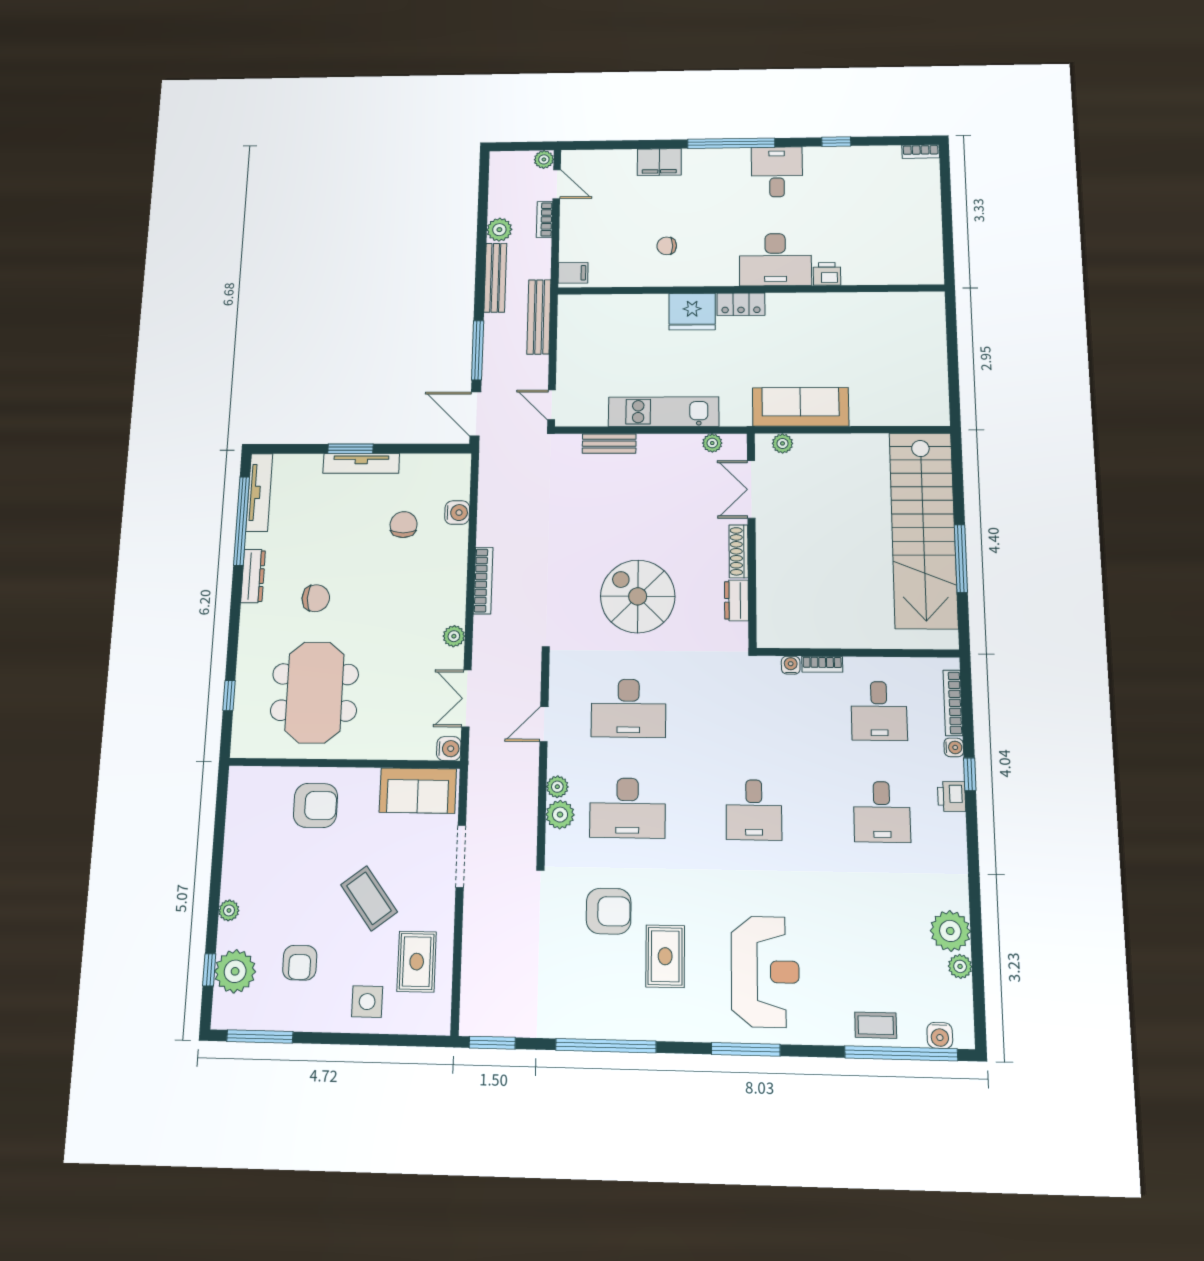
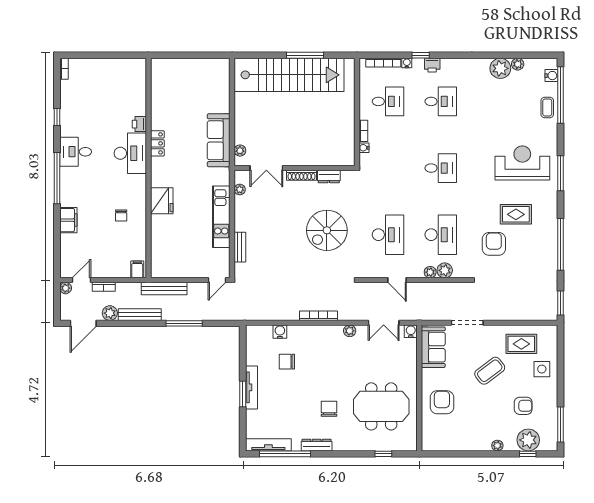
locker: (741, 304) -> (157, 143), moved
door: (475, 414) -> (83, 323), moved

